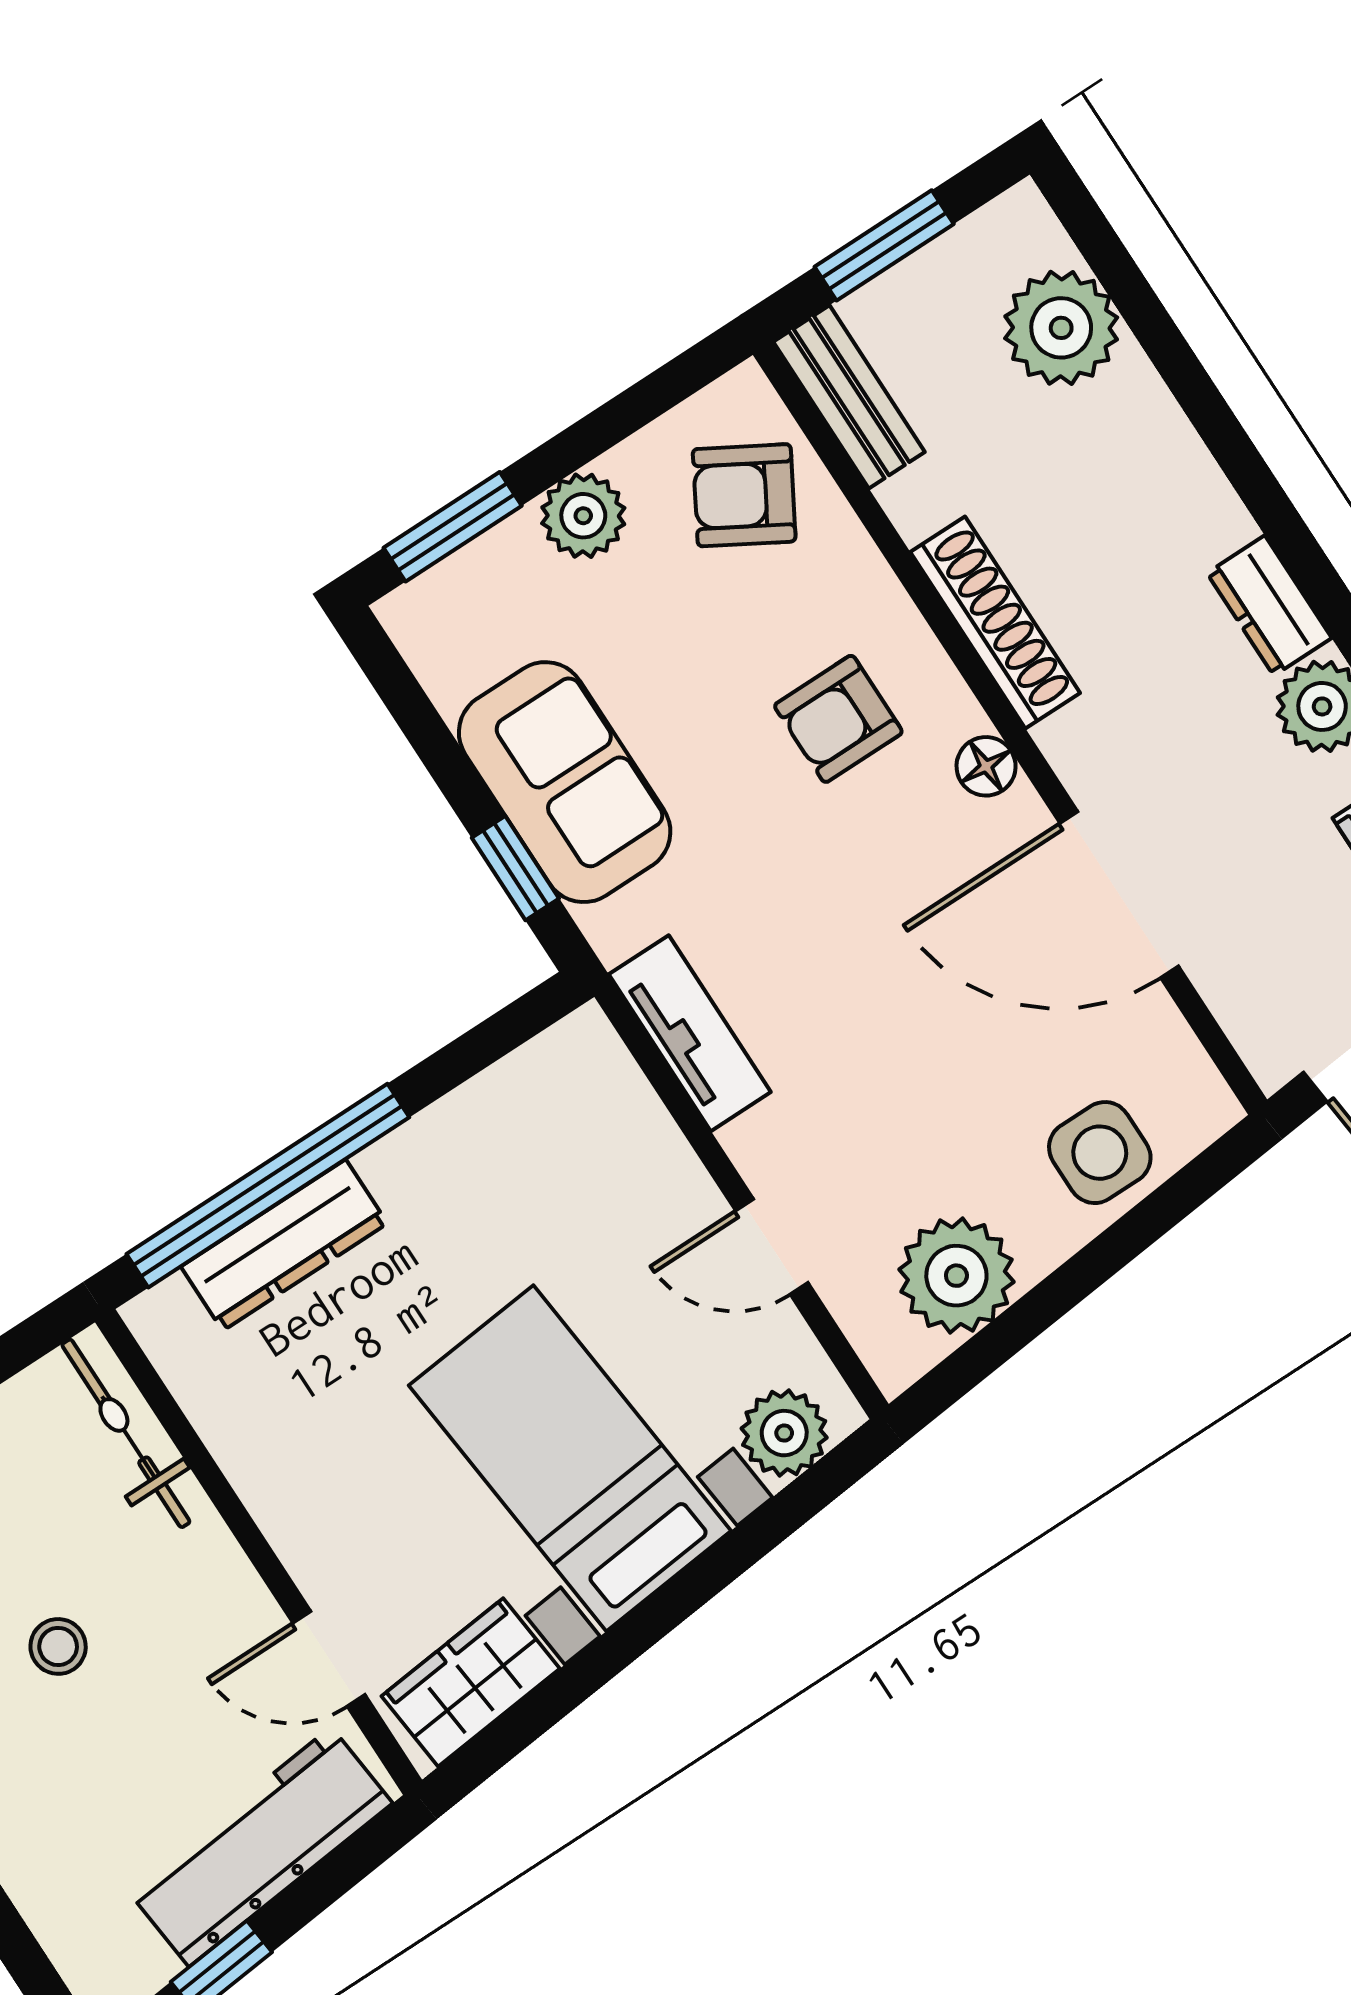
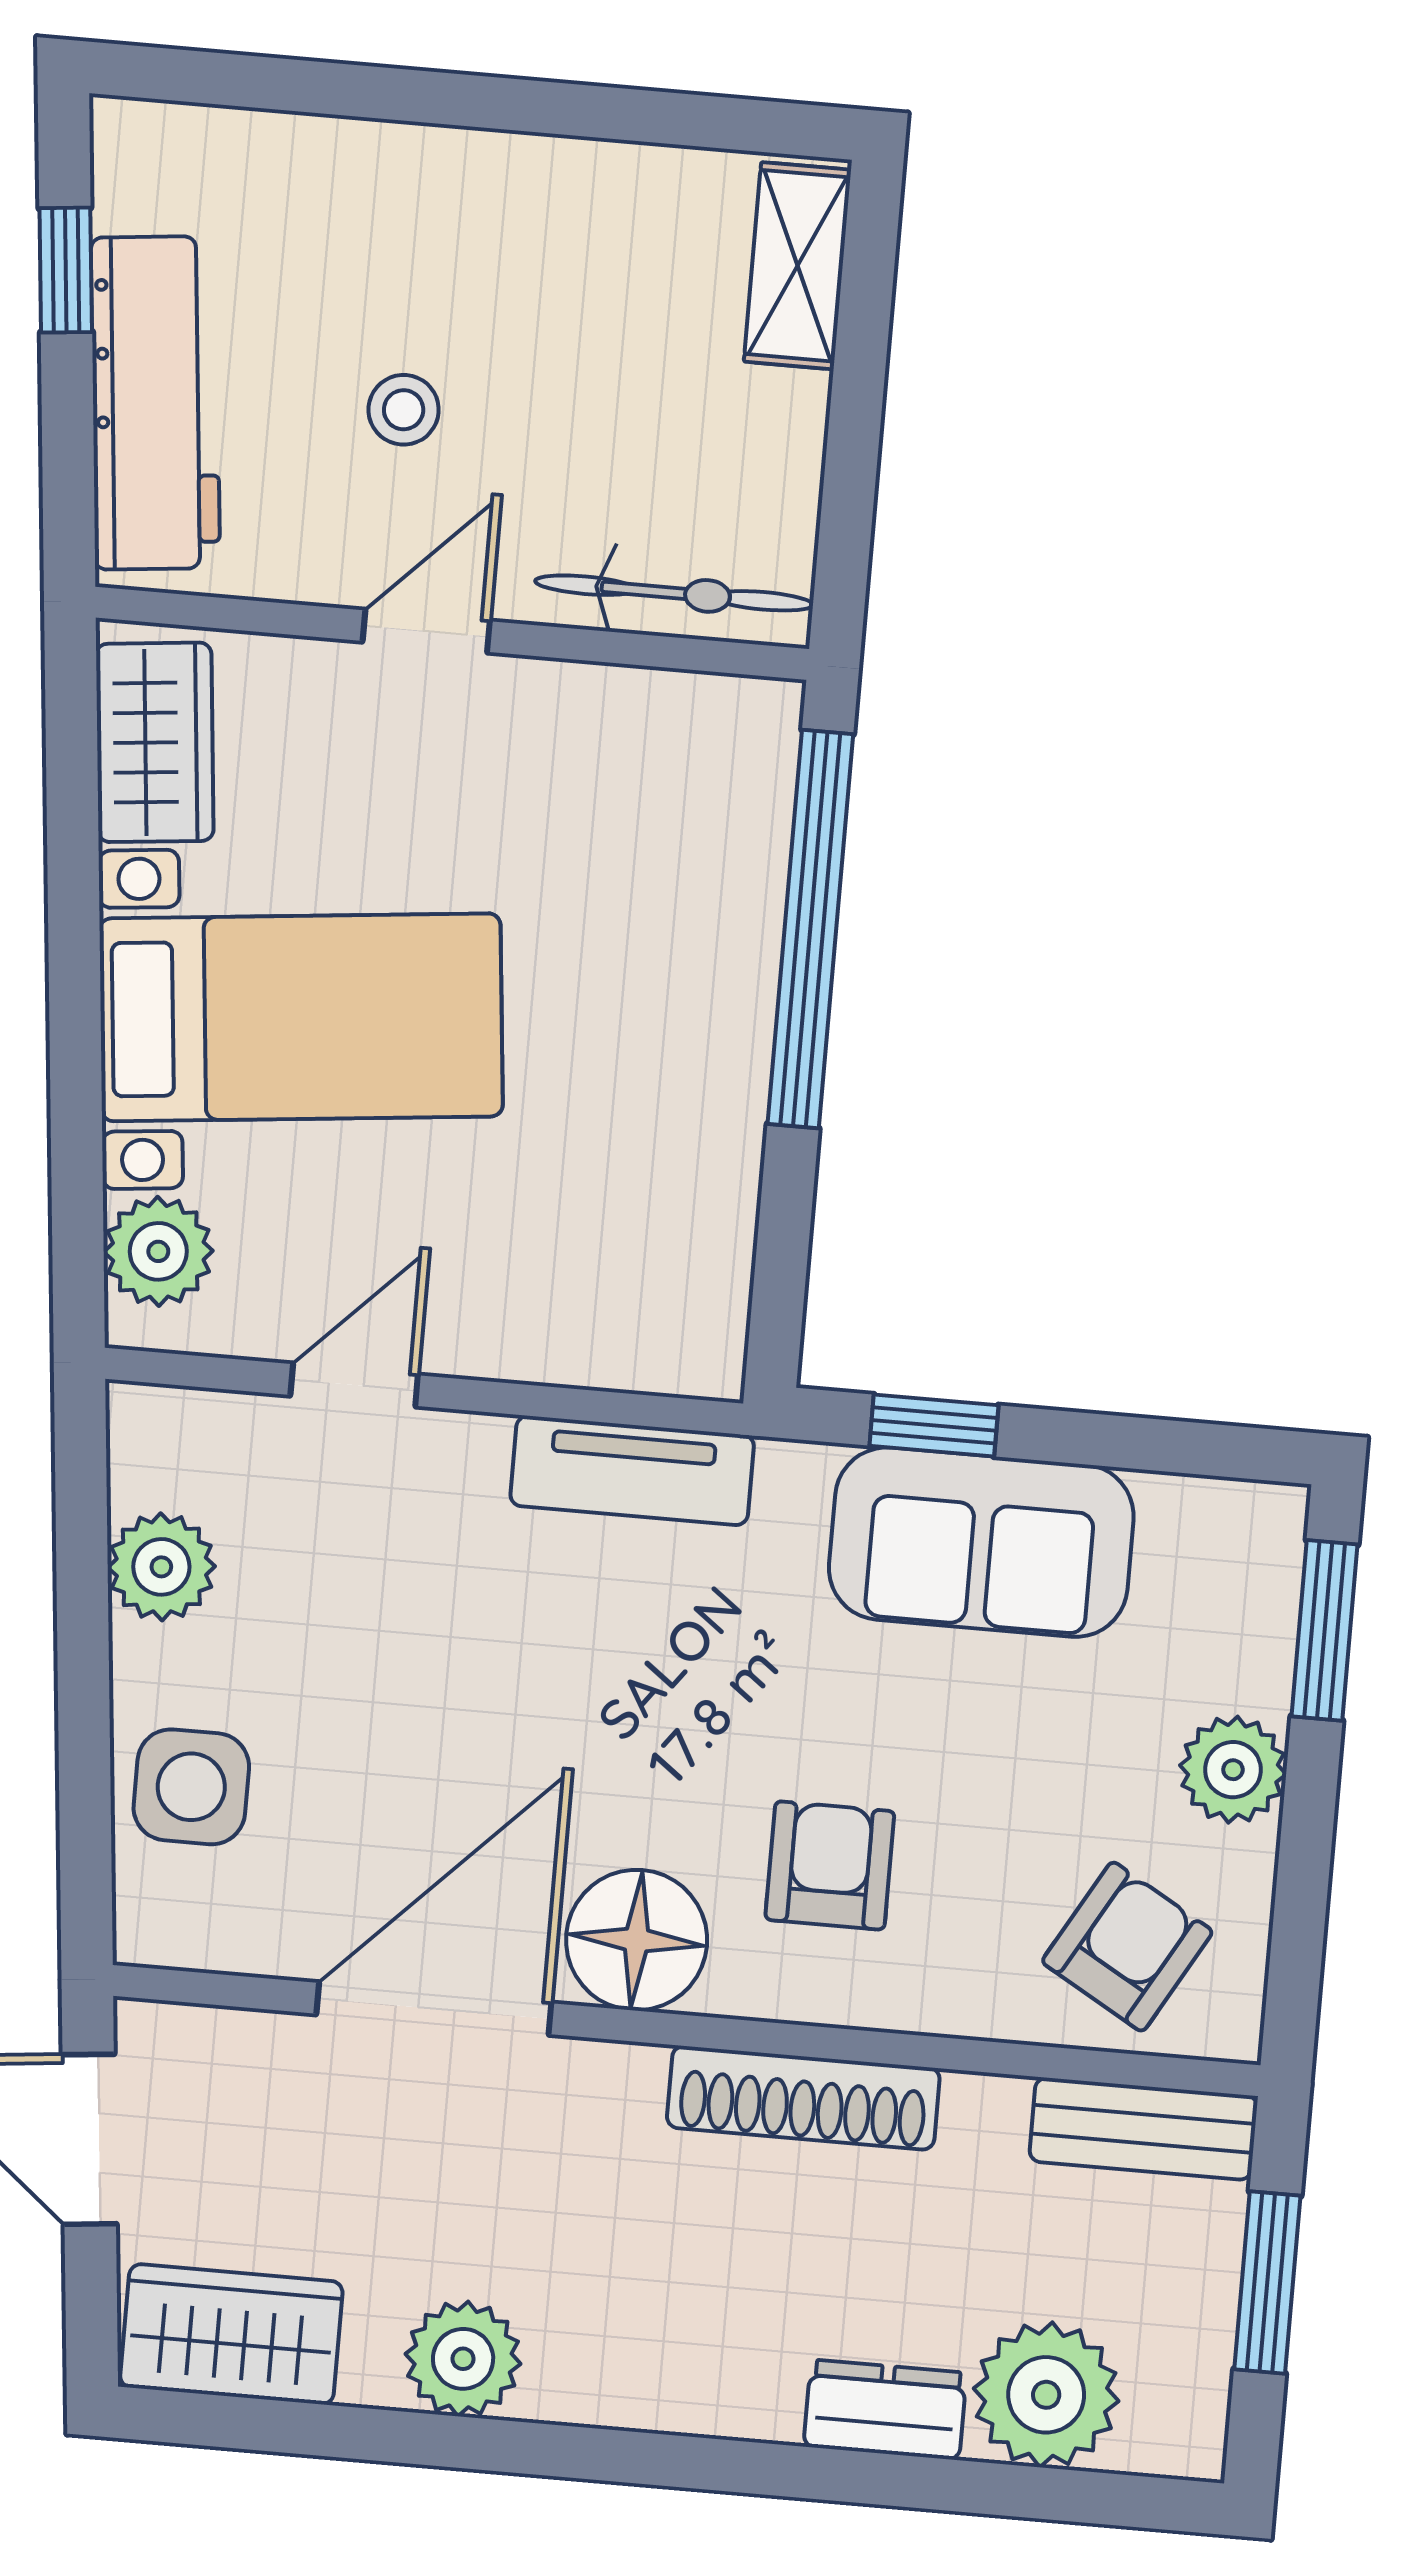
dresser: (1269, 605) -> (885, 2410), moved
floor lamp: (986, 766) -> (637, 1940), width x1.89, depth x1.89
dresser: (284, 1245) -> (738, 899), removed
plant: (956, 1276) -> (161, 1567), width x0.73, depth x0.73
stool: (58, 1646) -> (404, 410), moved
door: (329, 1659) -> (426, 631), moved

